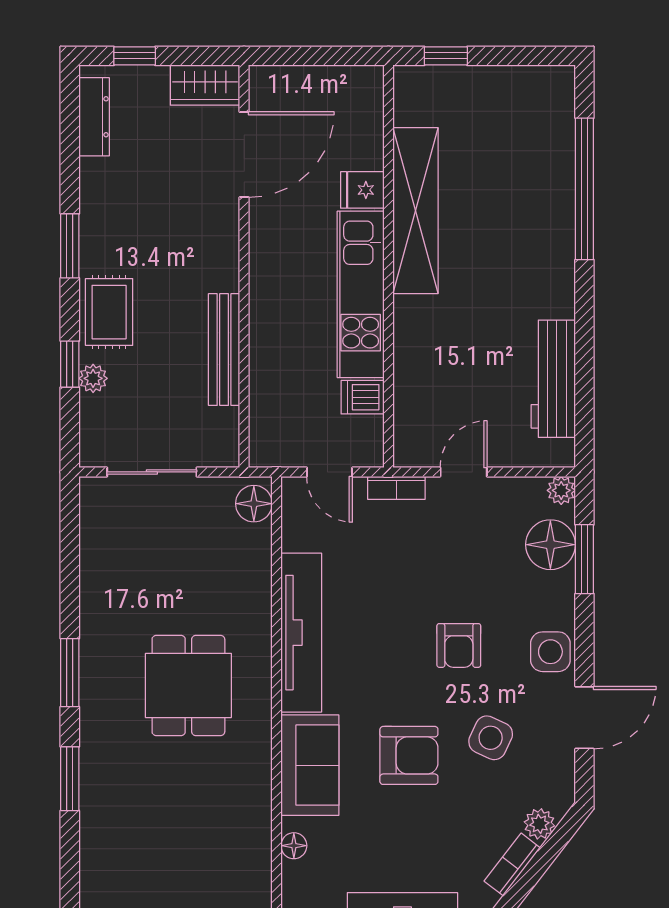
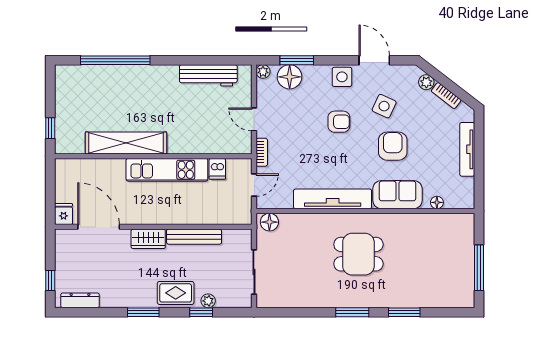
wardrobe: (205, 85) -> (148, 239), moved, turned 90
fridge: (362, 190) -> (64, 214), moved, turned 180

